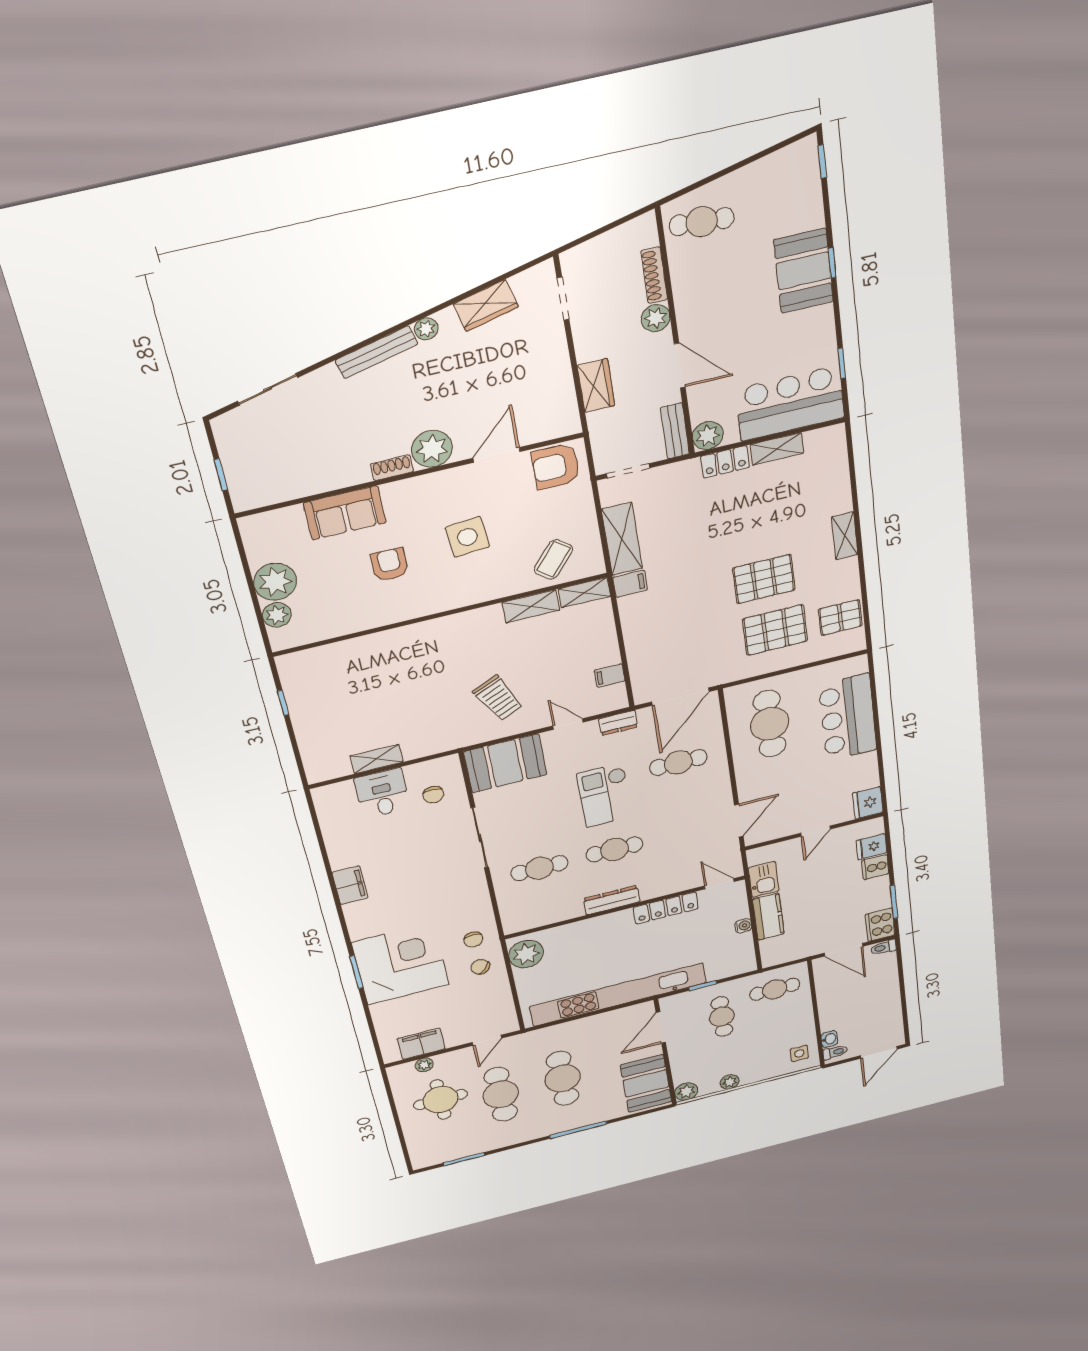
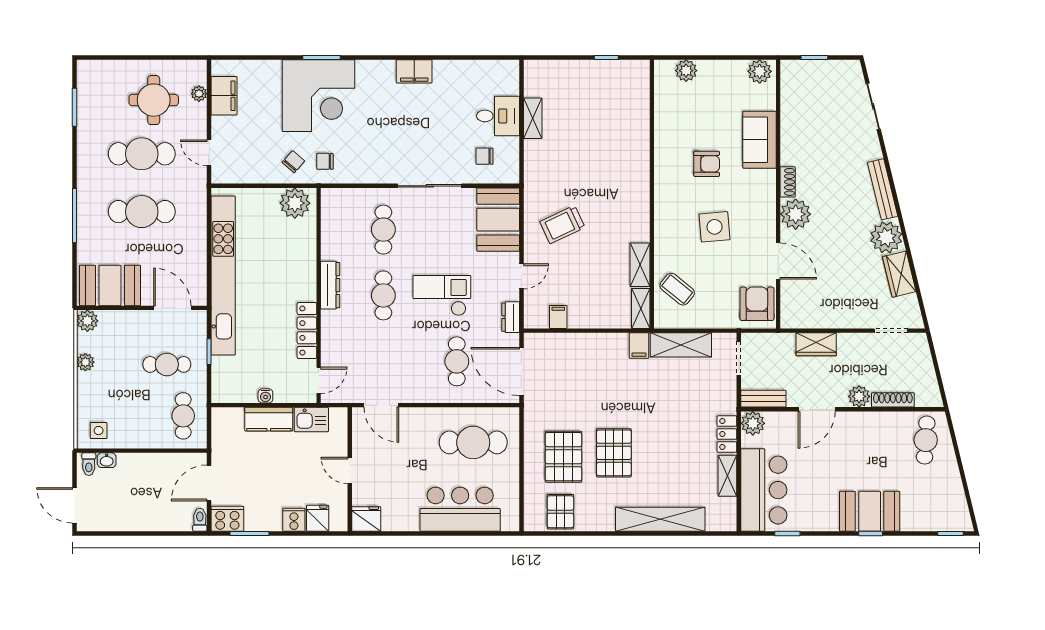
plant: (426, 329) -> (886, 237), width x1.88, depth x1.88
shelving: (845, 536) -> (660, 519), width x2.20, depth x1.33
plant: (275, 582) -> (760, 71), moved, width x0.73, depth x0.73

